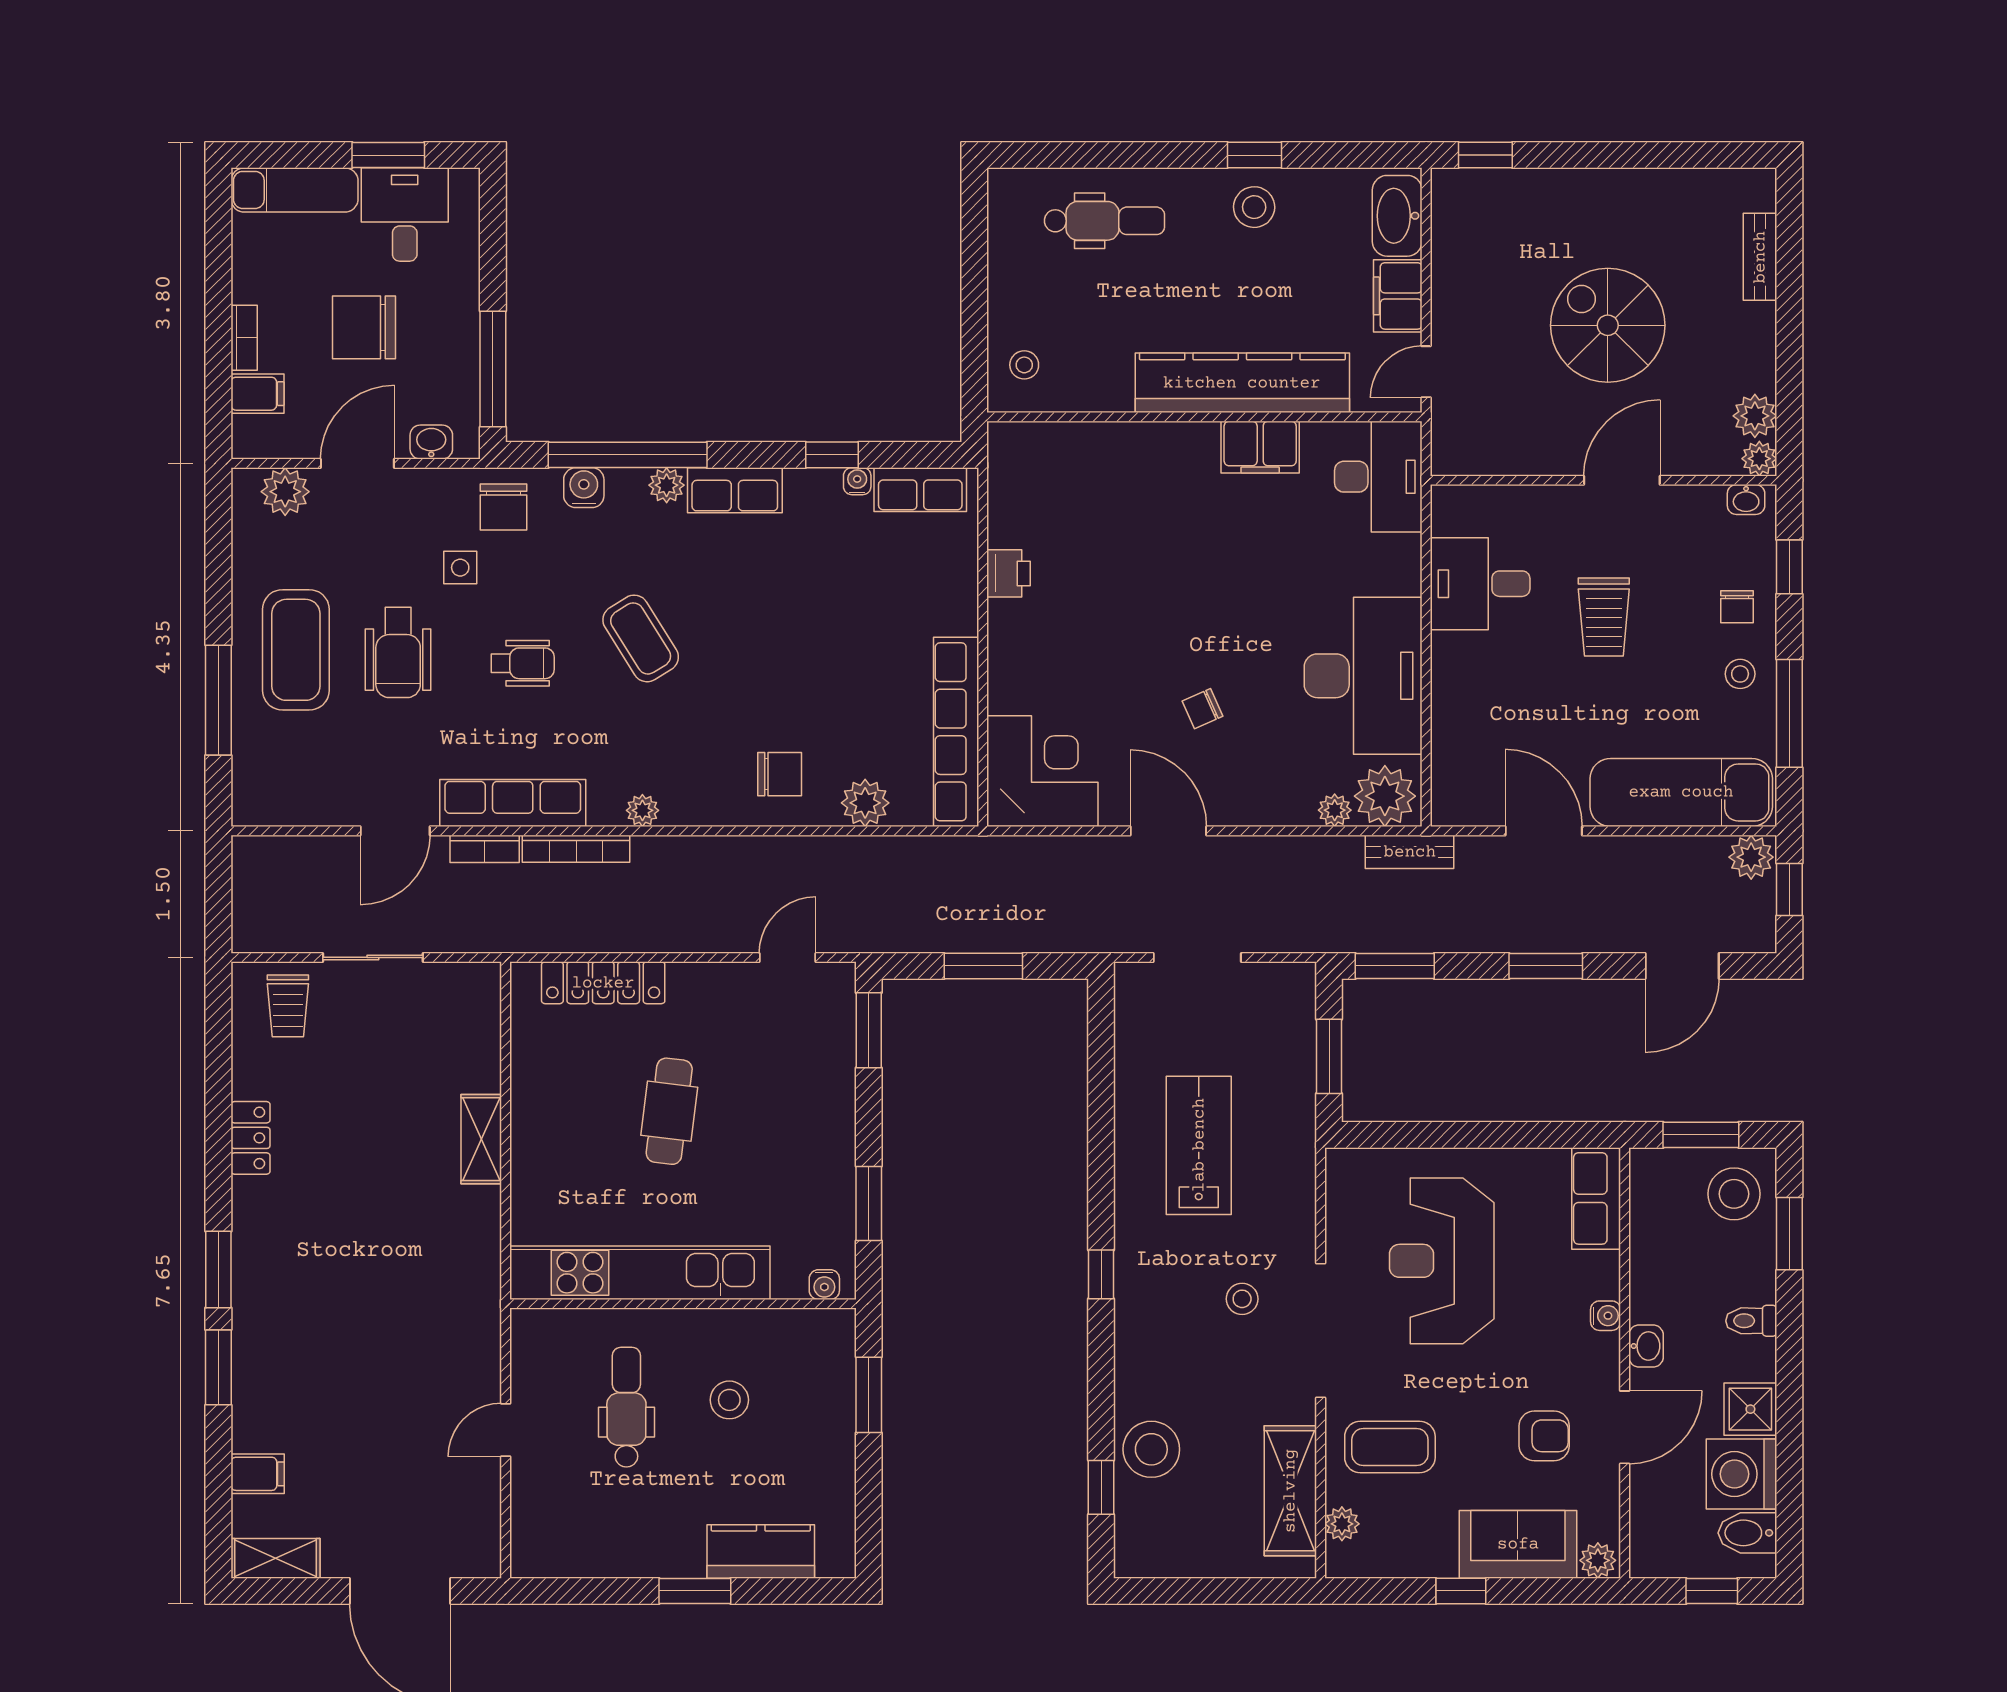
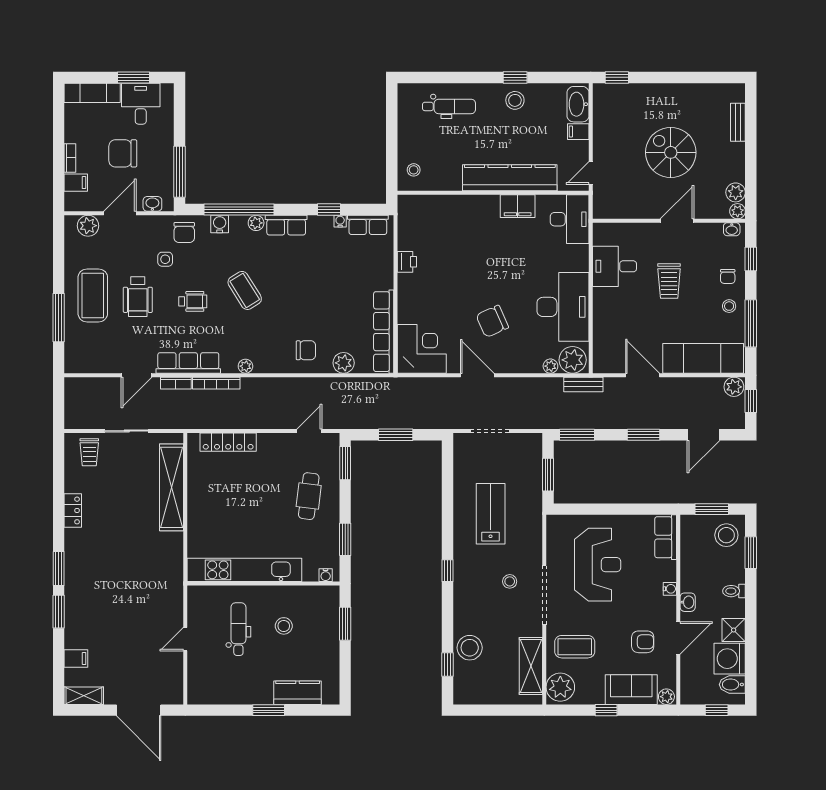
filing cabinet: (1398, 296) -> (578, 132), width x0.50
chair: (1203, 709) -> (492, 321), width x1.87, depth x1.87
cafe table: (669, 1111) -> (309, 496), moved
shelving: (481, 1139) -> (171, 487), width x2.20, depth x1.33
reception desk: (1442, 1261) -> (598, 565), turned 180
plant: (1342, 1524) -> (560, 687), width x1.87, depth x1.87

